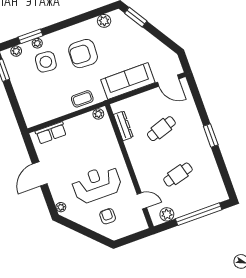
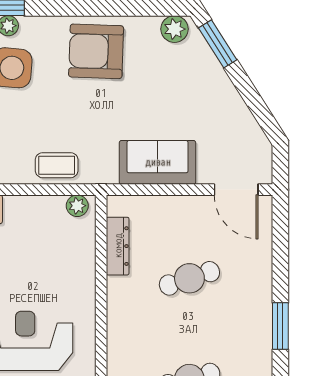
plant: (104, 21) -> (174, 29), moved
armchair: (83, 54) -> (96, 51), moved
sofa: (128, 81) -> (158, 162), width x0.73

